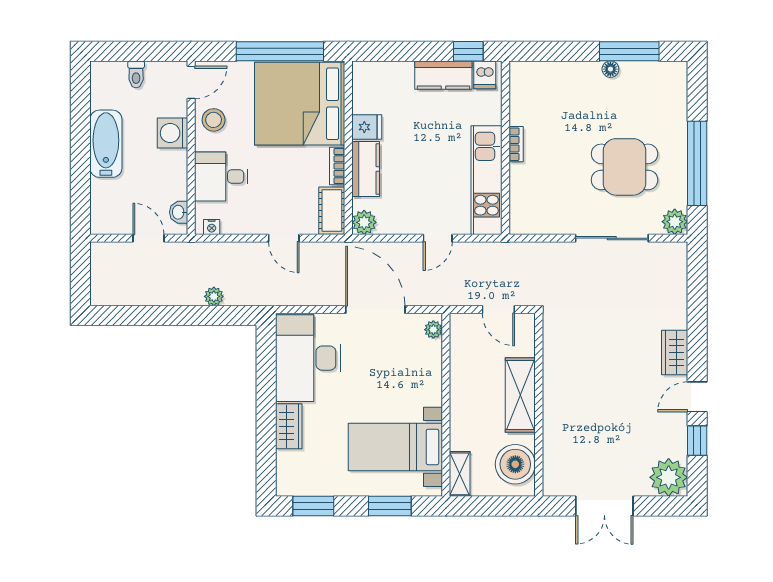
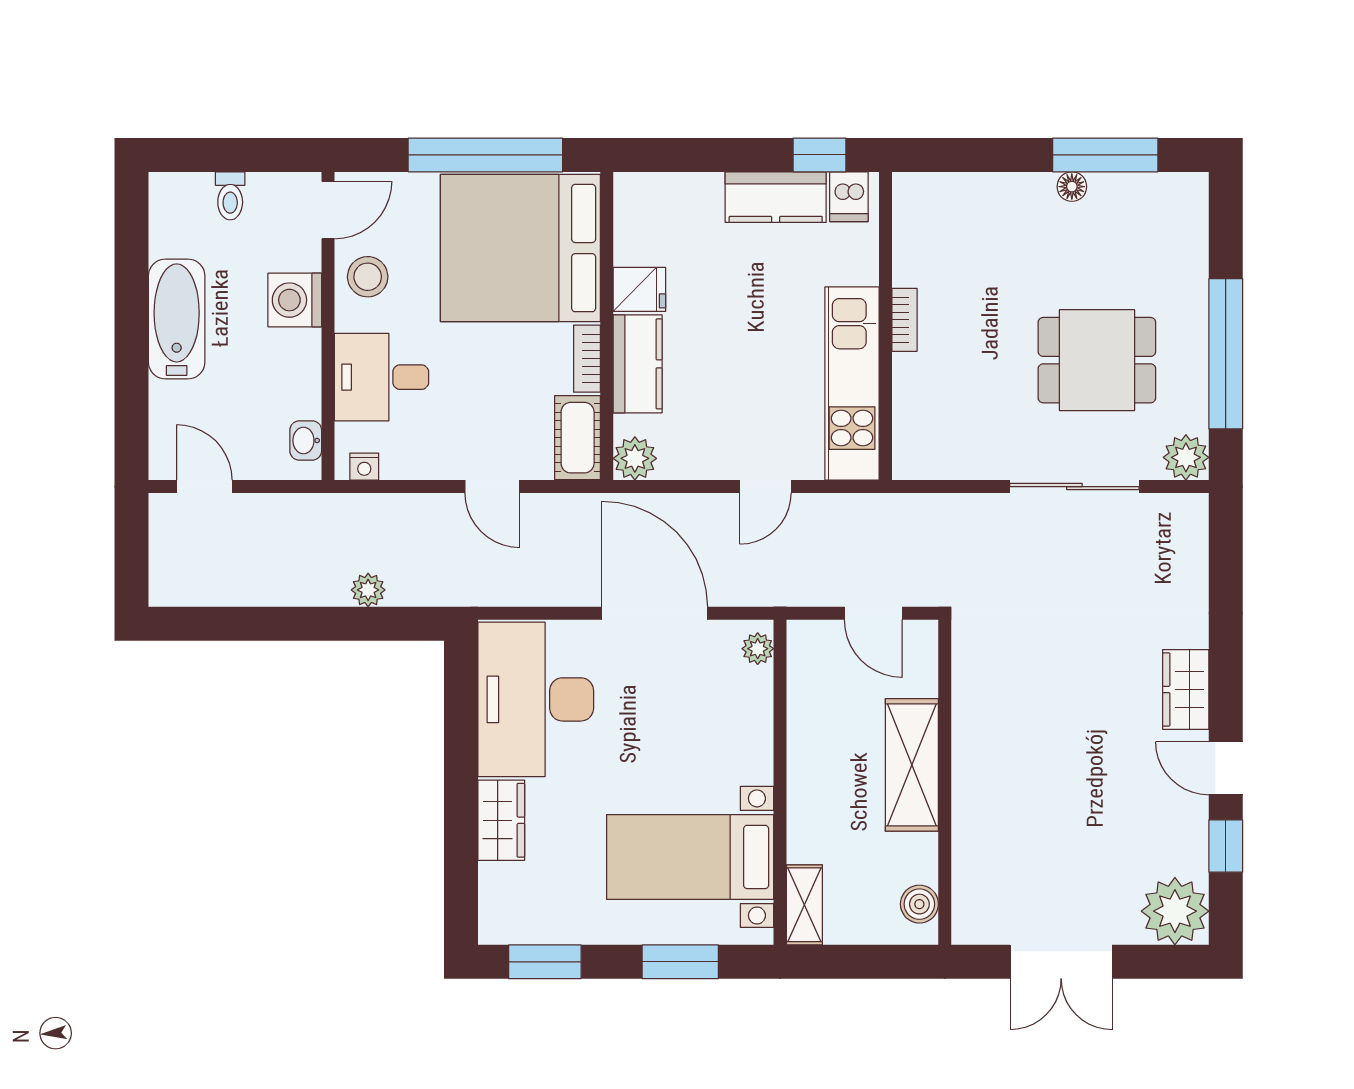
door: (148, 238) -> (204, 487), moved
door: (697, 397) -> (1226, 768), hinge flipped
boiler: (515, 464) -> (919, 904), width x0.54, depth x0.54

